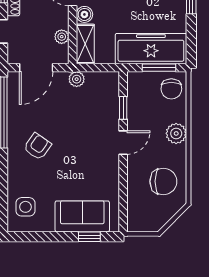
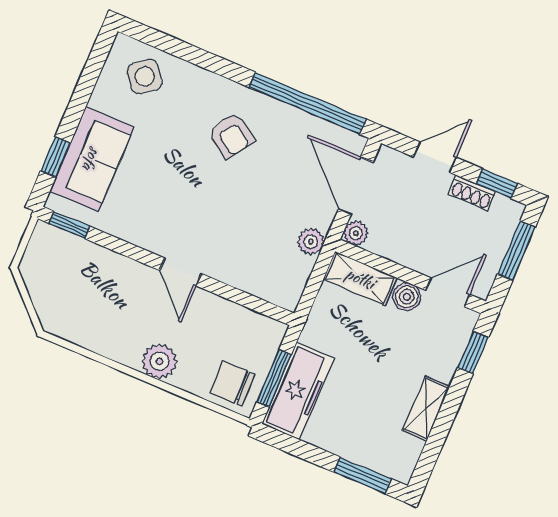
plant: (62, 37) -> (356, 233), moved
freezer: (151, 49) -> (298, 391), width x0.73, depth x0.79
window: (123, 108) -> (70, 225), moved
chair: (163, 181) -> (93, 309), removed
side table: (25, 207) -> (145, 77), turned -37

